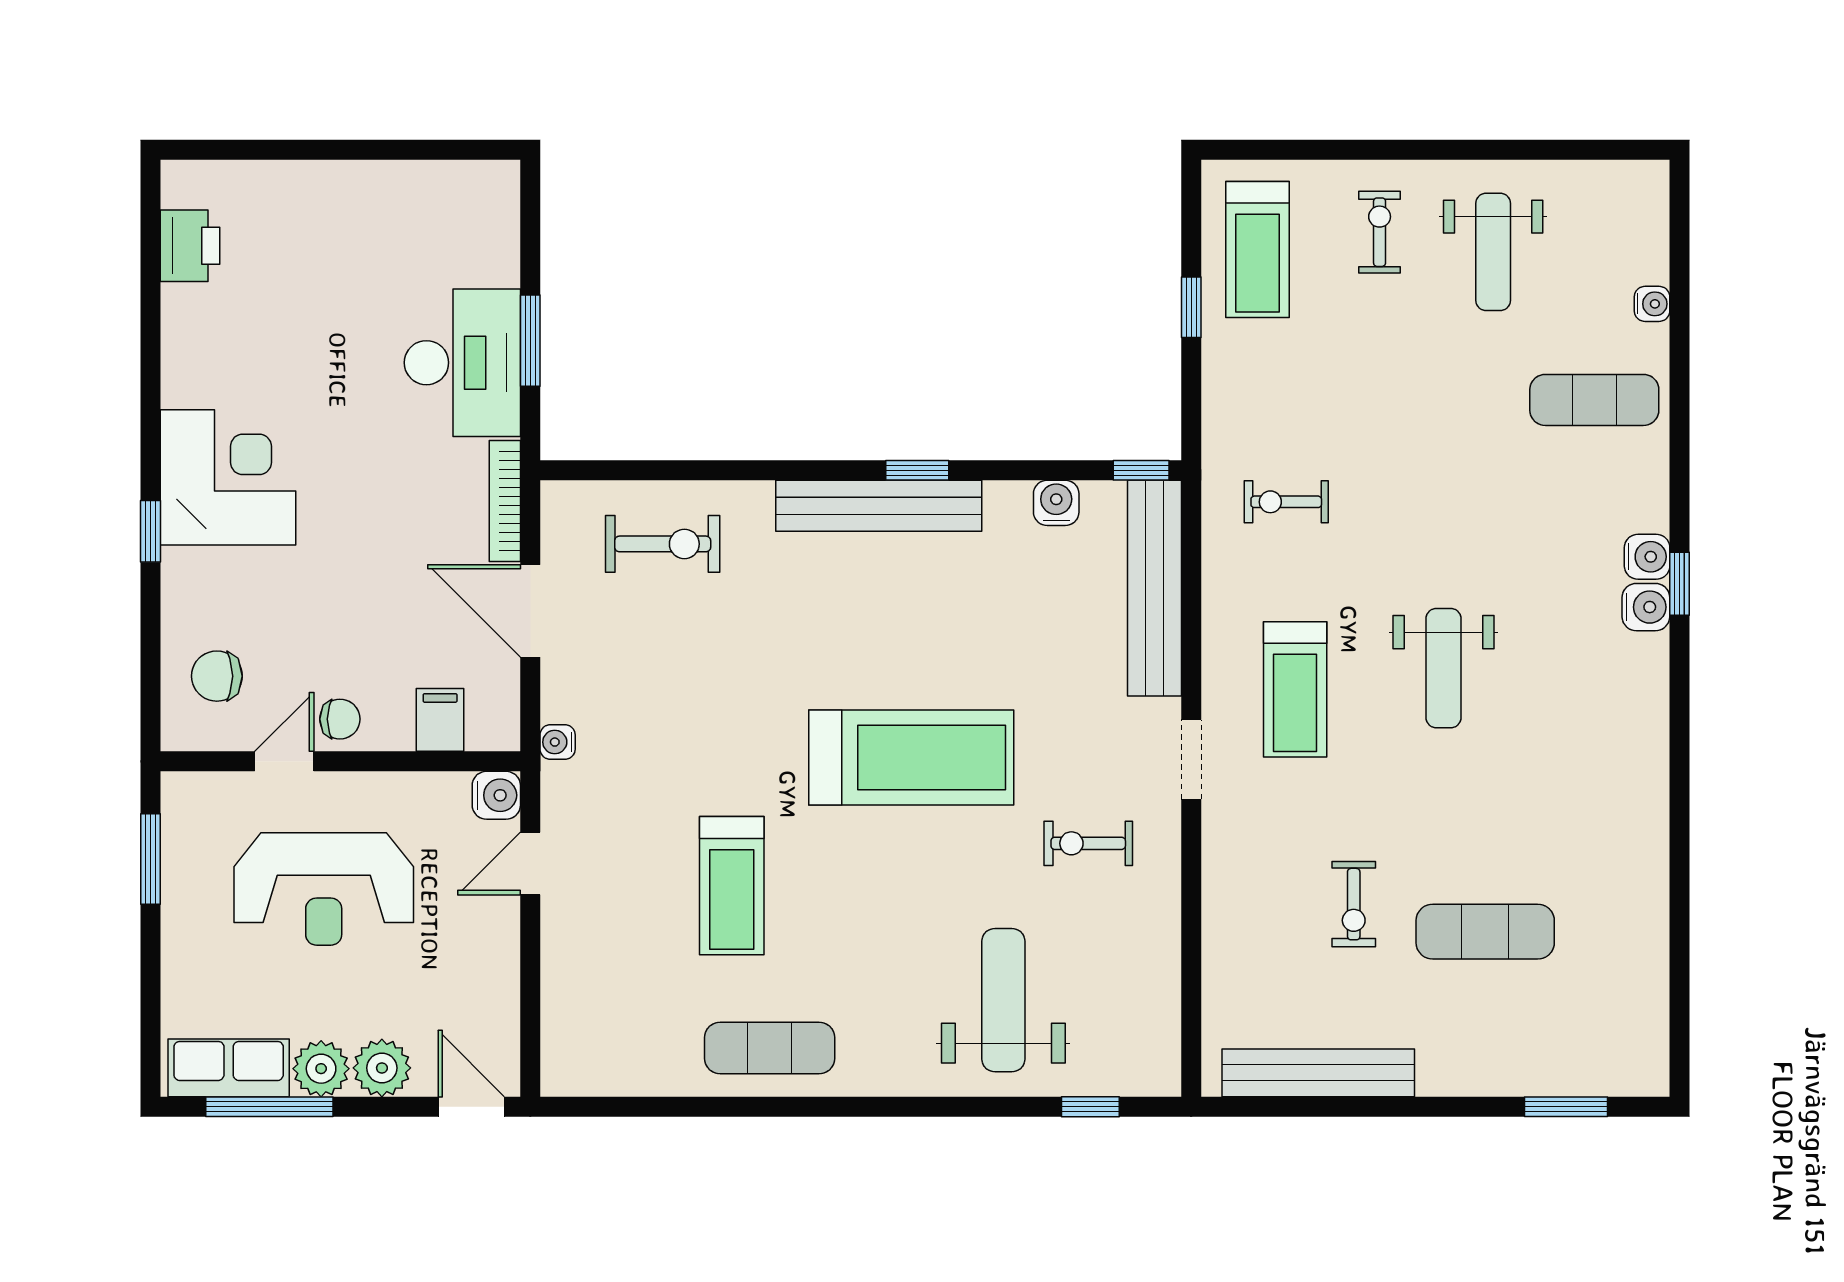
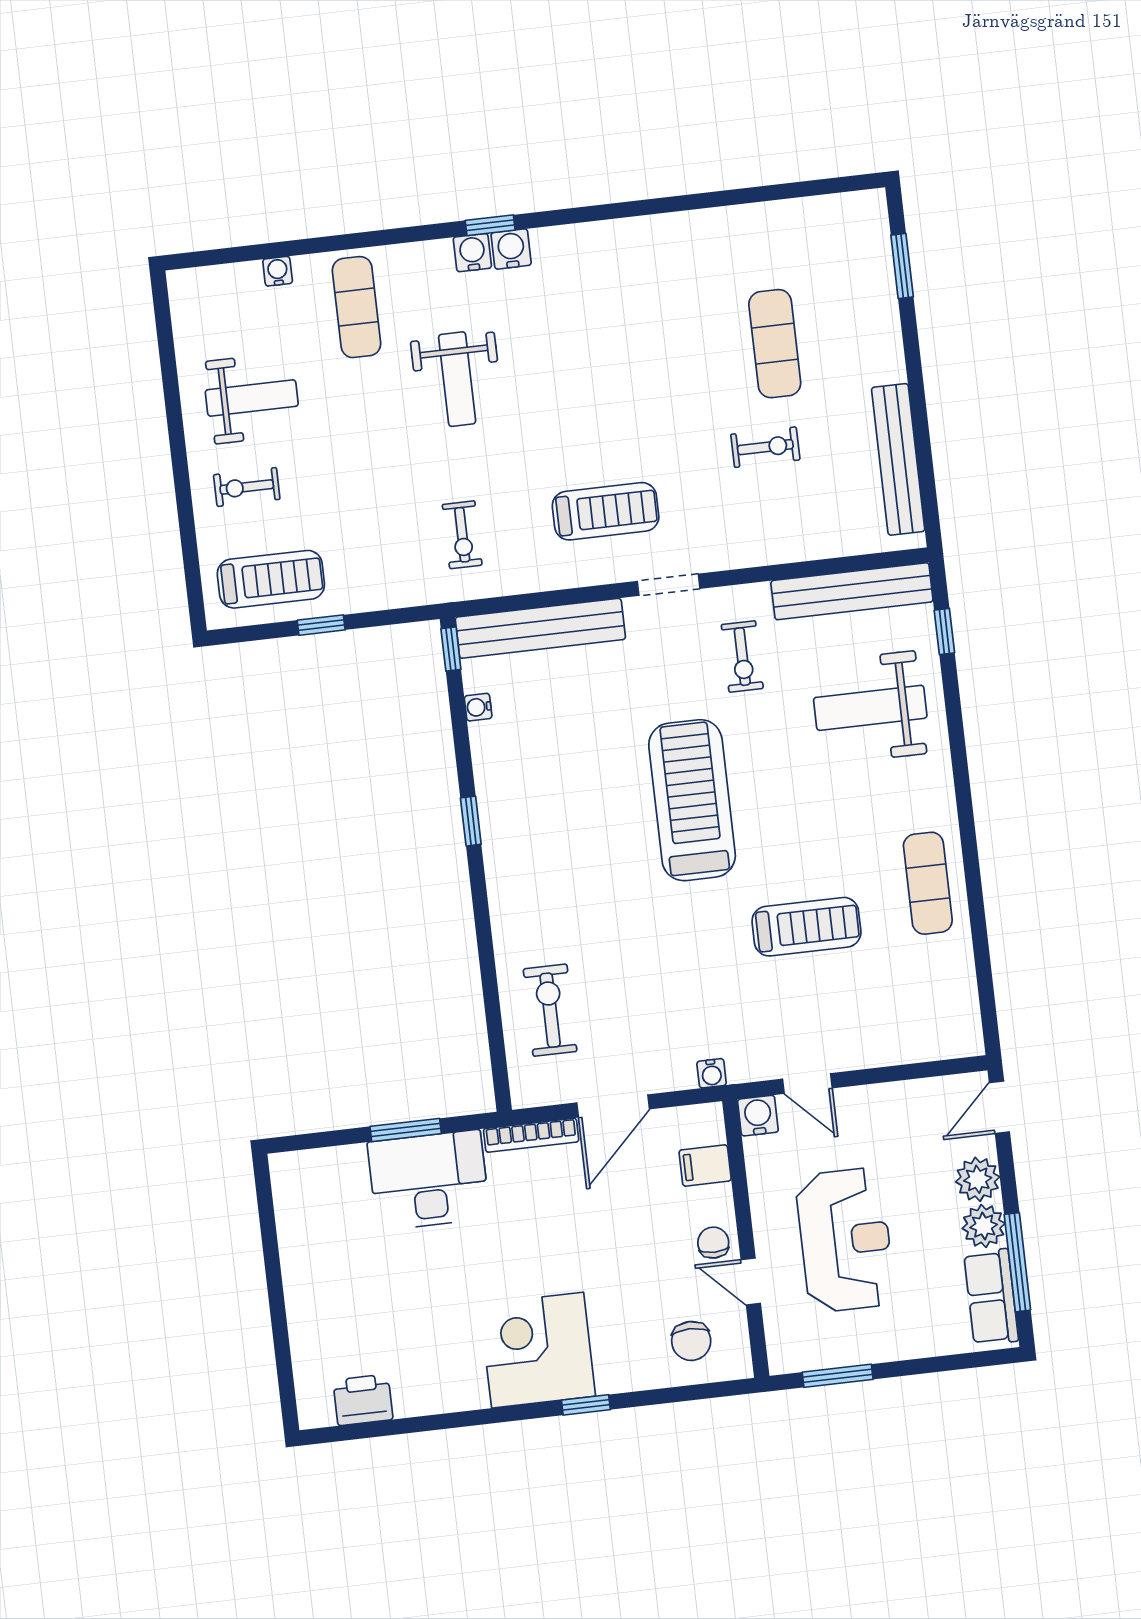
water cooler: (1056, 503) -> (478, 707), width x0.72, depth x0.72
bench: (879, 506) -> (852, 591), moved, turned 90
weight bench: (1444, 668) -> (457, 379), moved, turned 90

